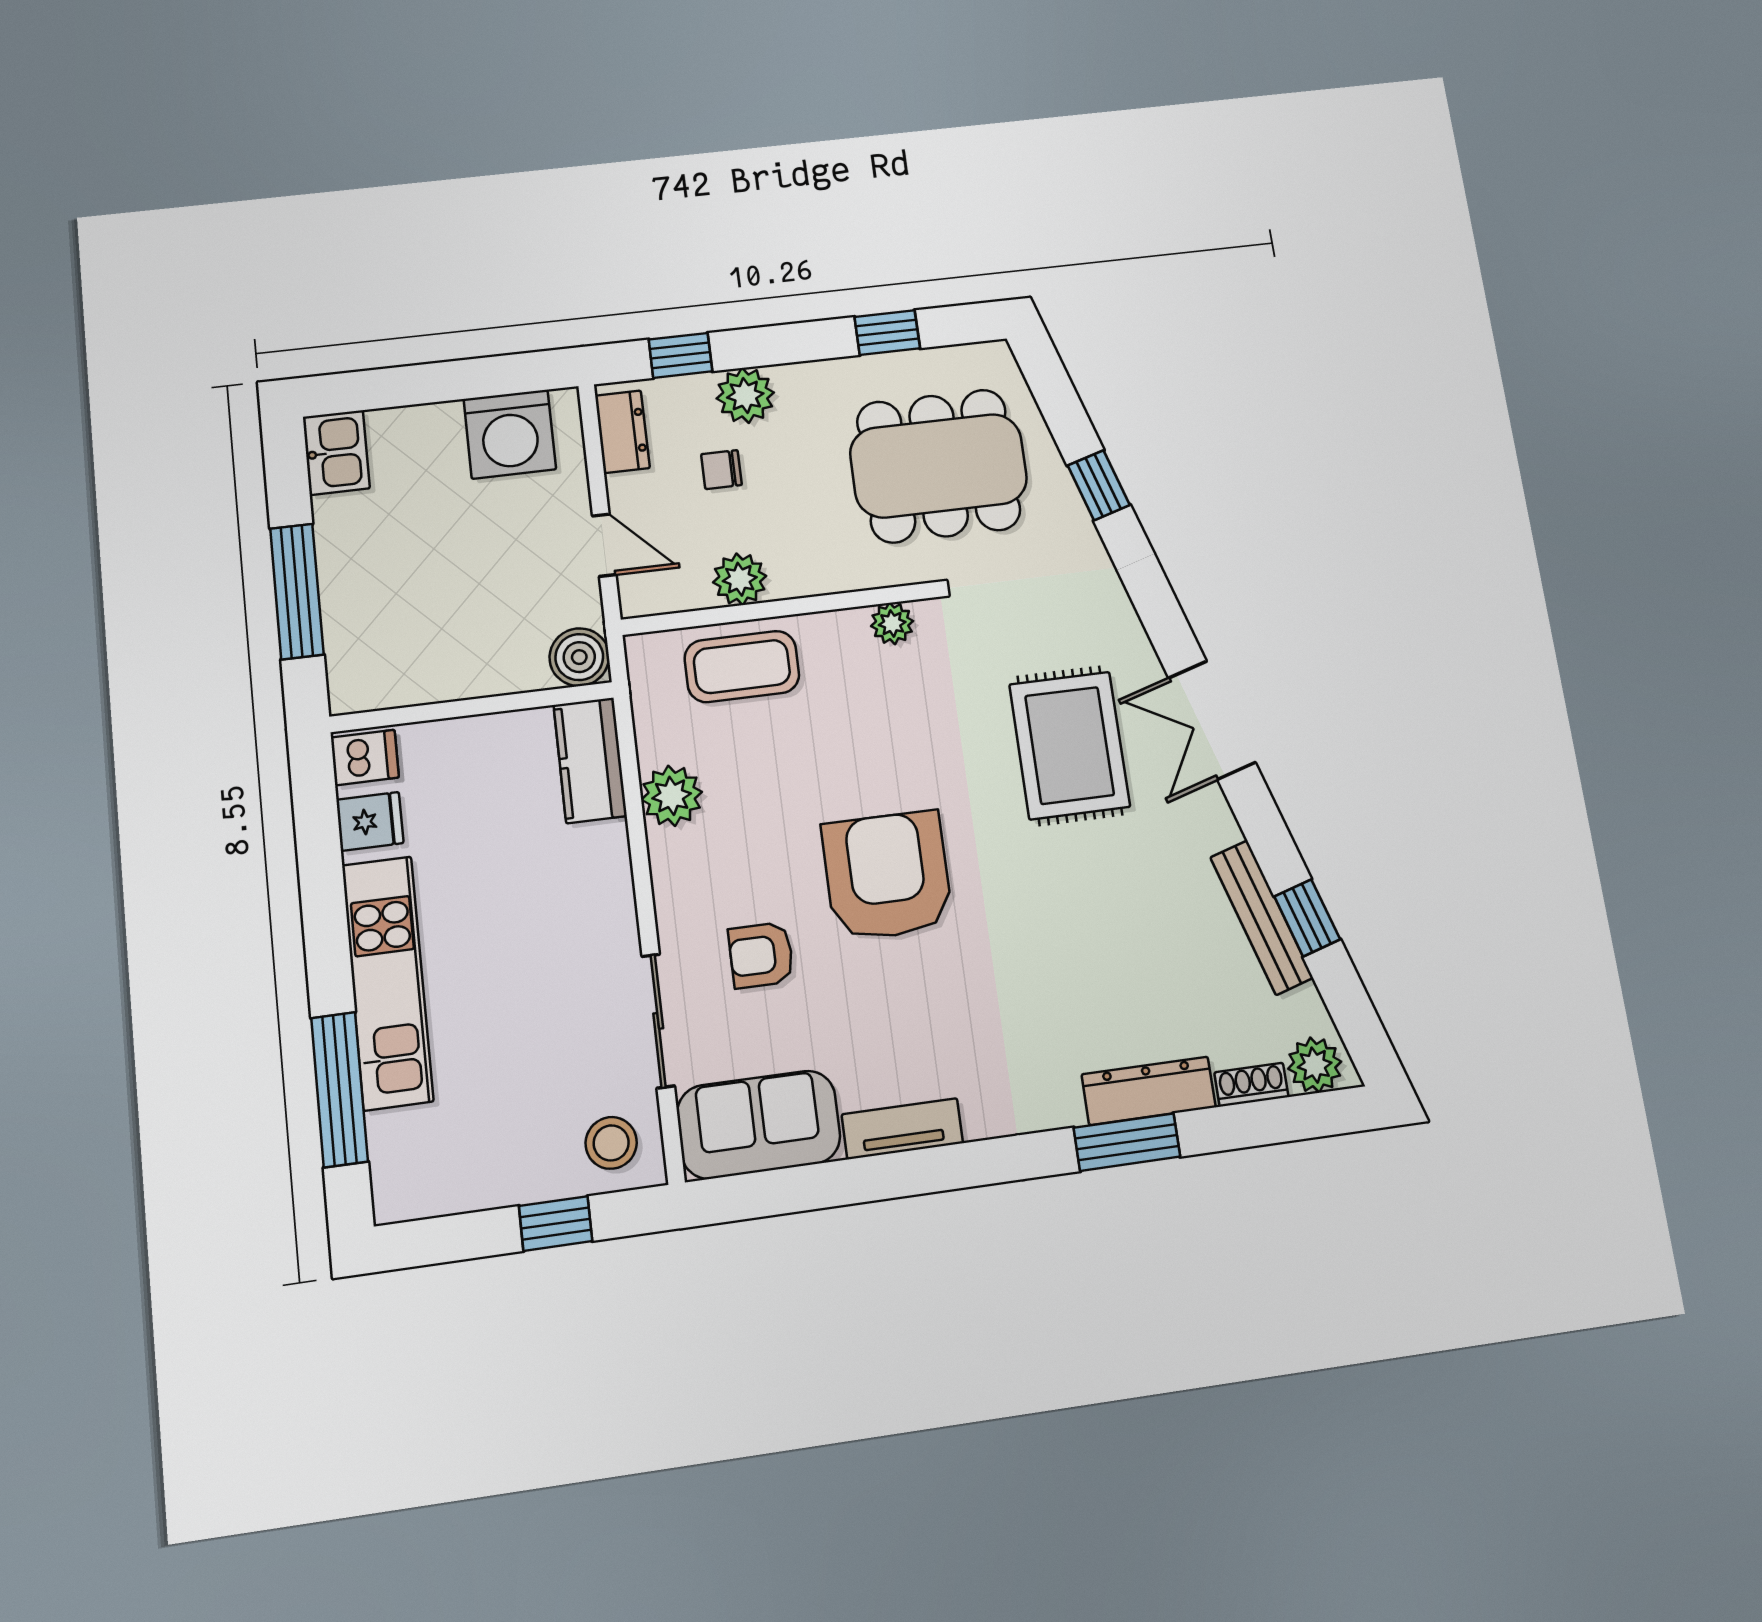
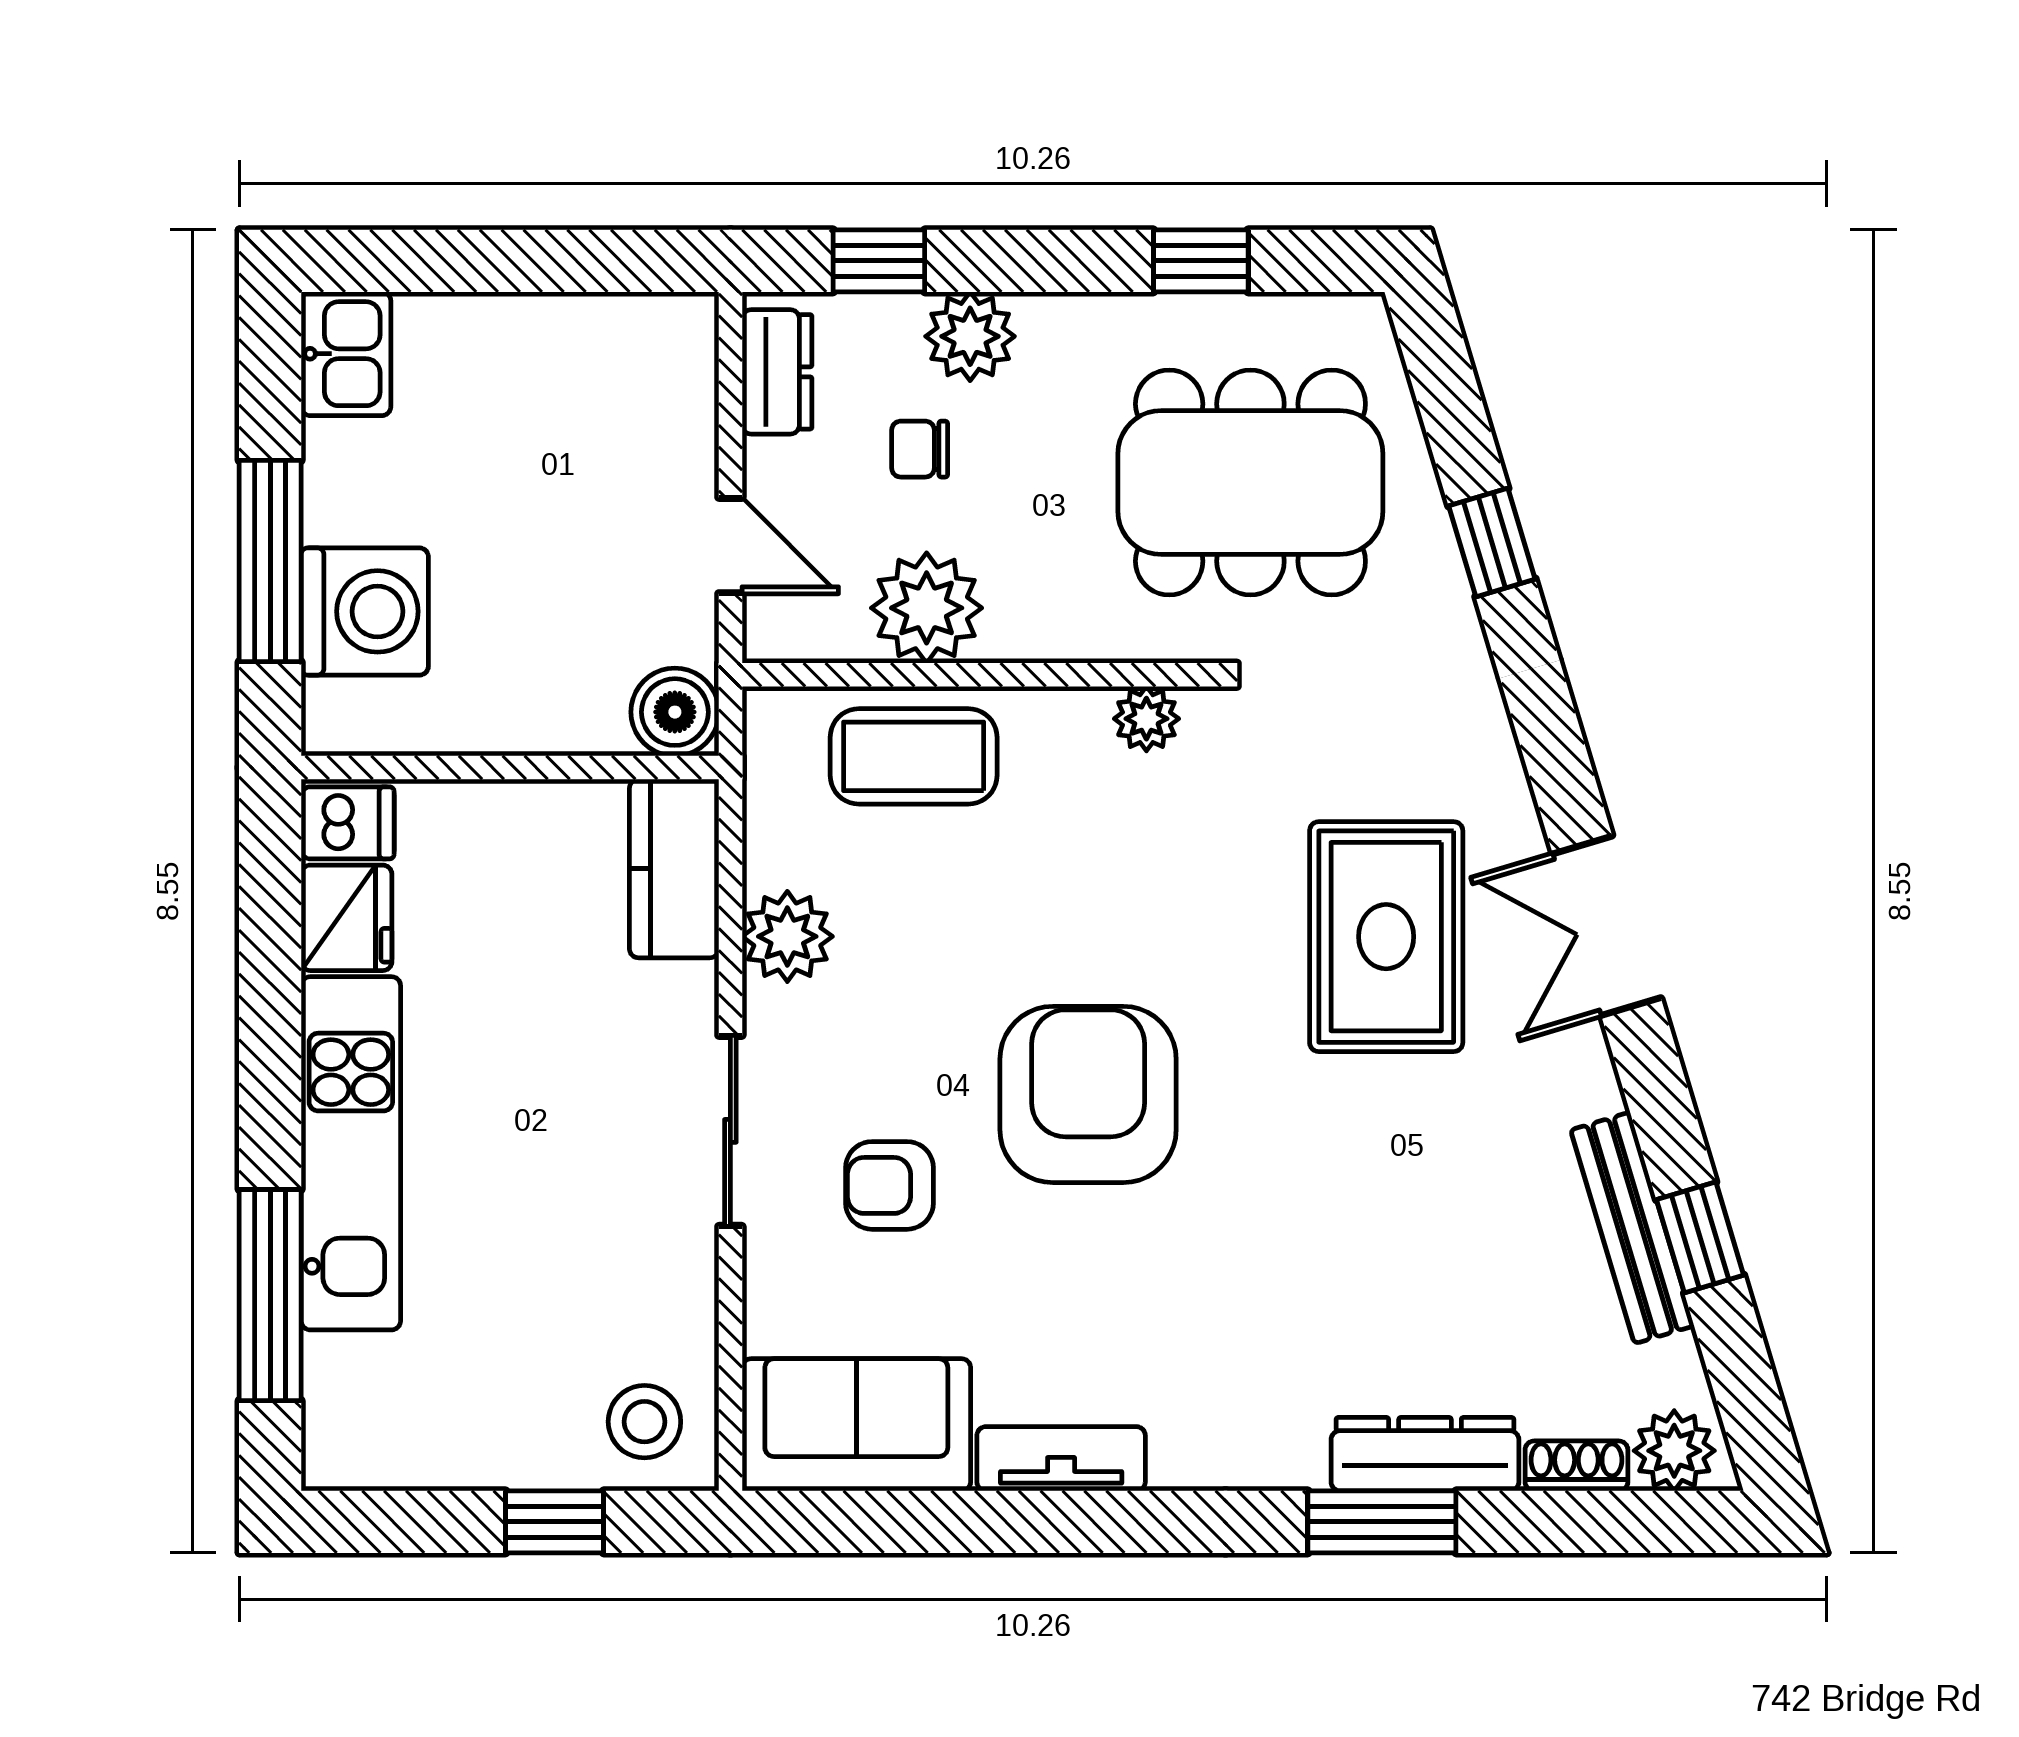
washing machine: (510, 434) -> (365, 611), moved, turned -90
plant: (740, 579) -> (927, 608), width x1.36, depth x1.36
fridge: (370, 821) -> (346, 918), width x1.38
sliding door: (658, 1021) -> (730, 1131), moved

